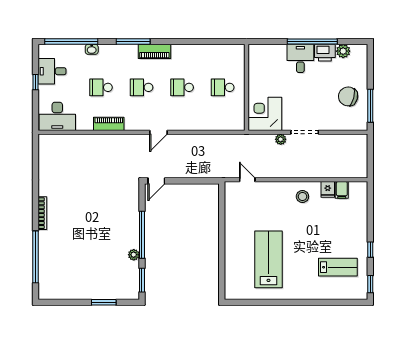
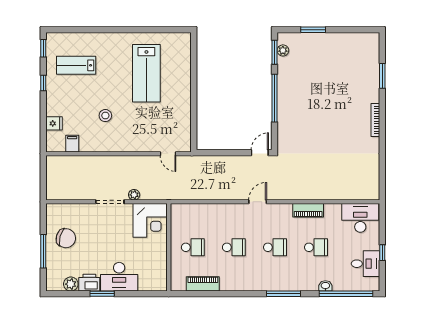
window: (312, 41) -> (102, 294), width x0.47
piano: (154, 51) -> (203, 284), moved
desk: (300, 58) -> (119, 277), width x1.37
window: (370, 106) -> (43, 251), moved
fridge: (328, 189) -> (54, 123), moved, turned 90
stool: (302, 197) -> (105, 116), moved
plant: (134, 255) -> (283, 50), moved
window: (36, 257) -> (382, 76), width x0.47

